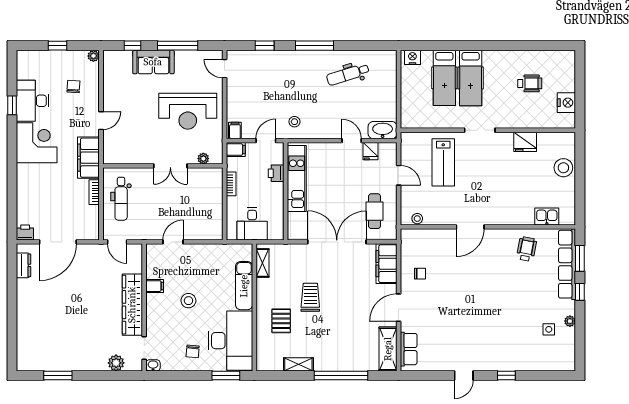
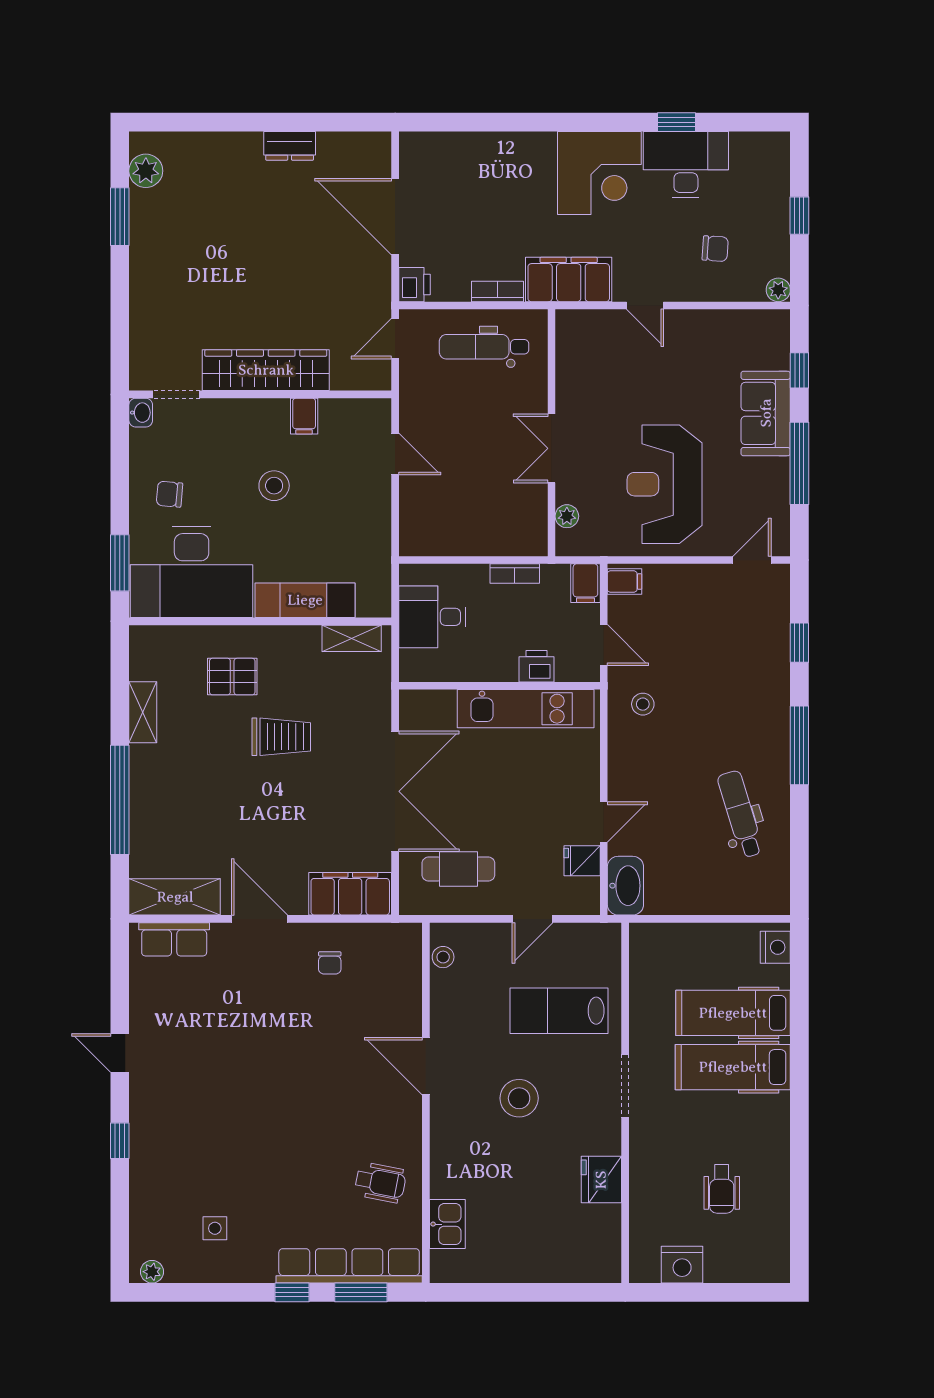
stool: (563, 168) -> (519, 1098), moved
printer: (25, 232) -> (415, 285), moved
dresser: (24, 265) -> (290, 146), moved
plant: (570, 321) -> (152, 1272), moved
plant: (116, 363) -> (146, 171), moved

